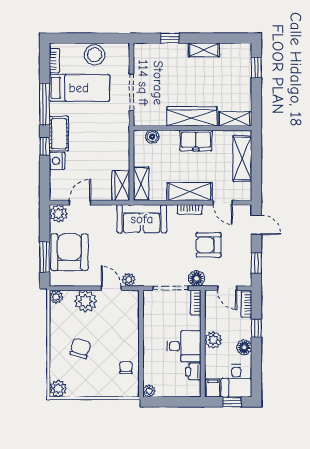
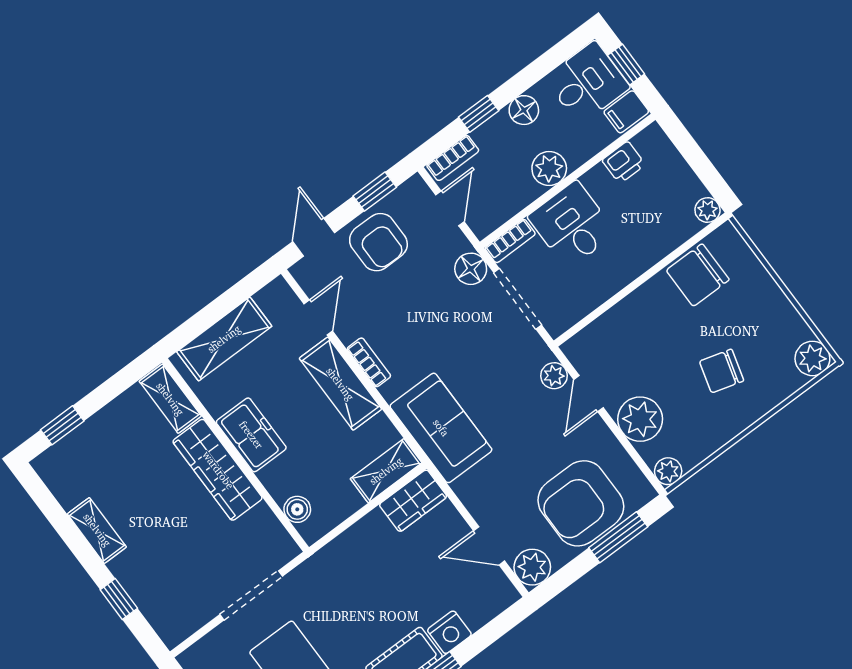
armchair: (208, 245) -> (378, 242), moved
desk: (184, 346) -> (572, 225), moved
chair: (126, 368) -> (698, 275), width x1.87, depth x1.87

